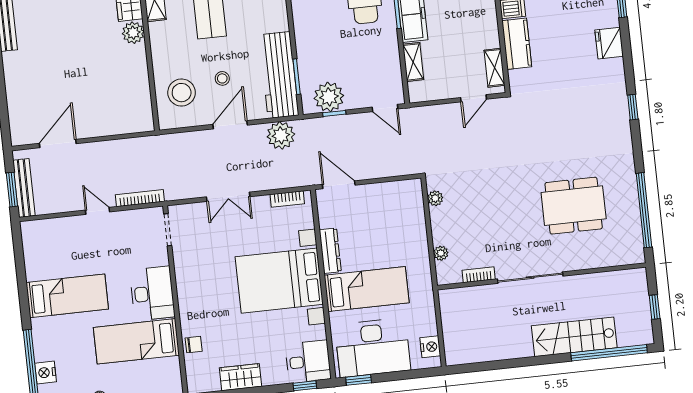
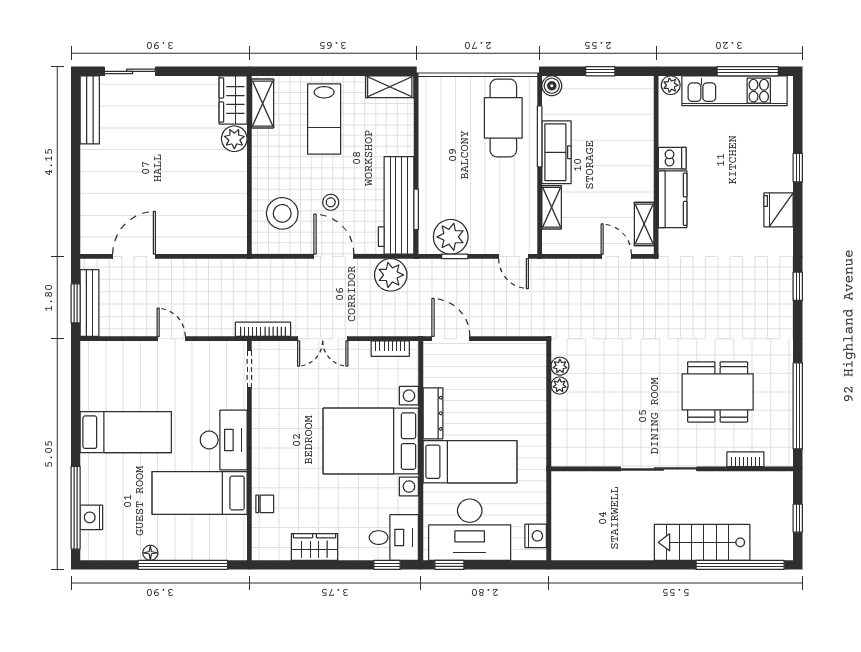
door: (473, 98) -> (616, 256), swing flipped
door: (230, 125) -> (334, 256), hinge flipped
bookcase: (140, 198) -> (263, 329), moved
plant: (441, 253) -> (560, 386), moved
bookcase: (479, 275) -> (745, 459), moved

